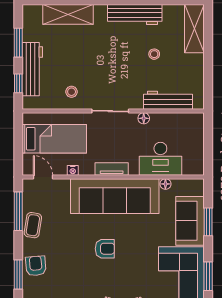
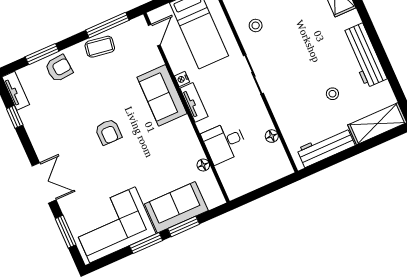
workbench: (168, 100) -> (326, 147), moved, turned -90
floor lamp: (144, 118) -> (272, 136), moved
desk: (160, 159) -> (224, 142), width x0.73
nightstand: (73, 170) -> (182, 79), moved
sofa: (115, 196) -> (162, 95), width x0.54, depth x0.79
window: (208, 276) -> (146, 243), moved

